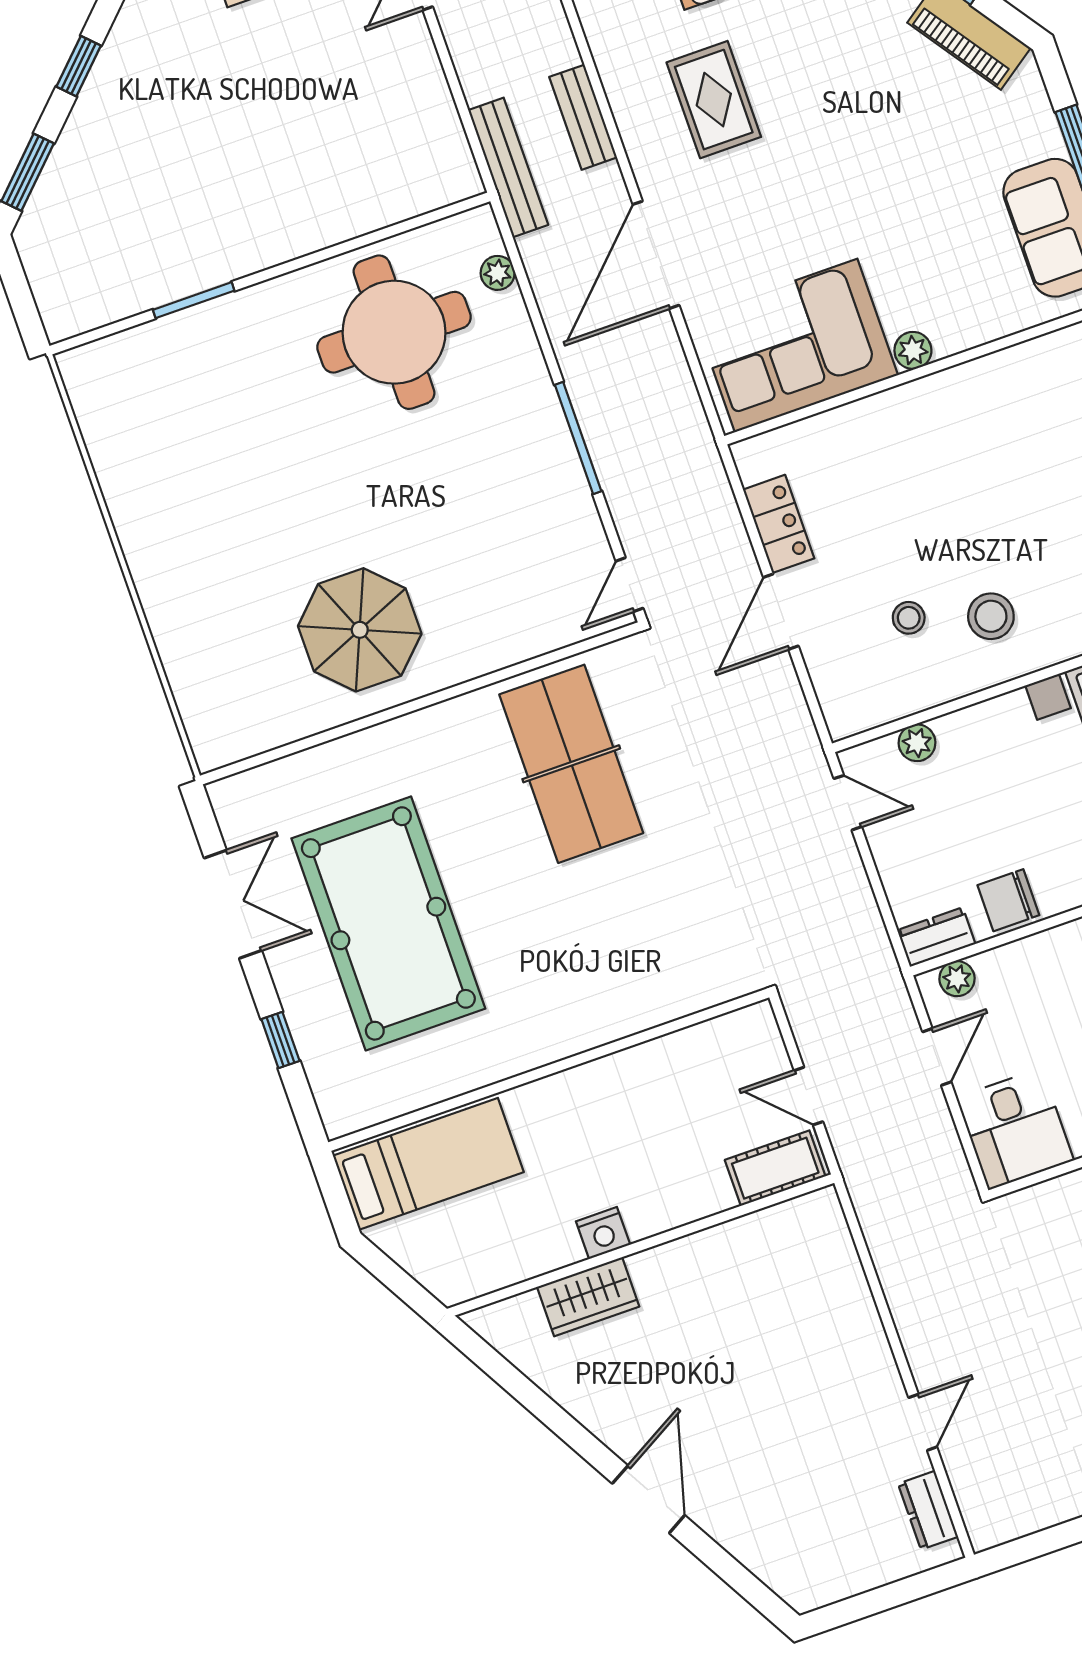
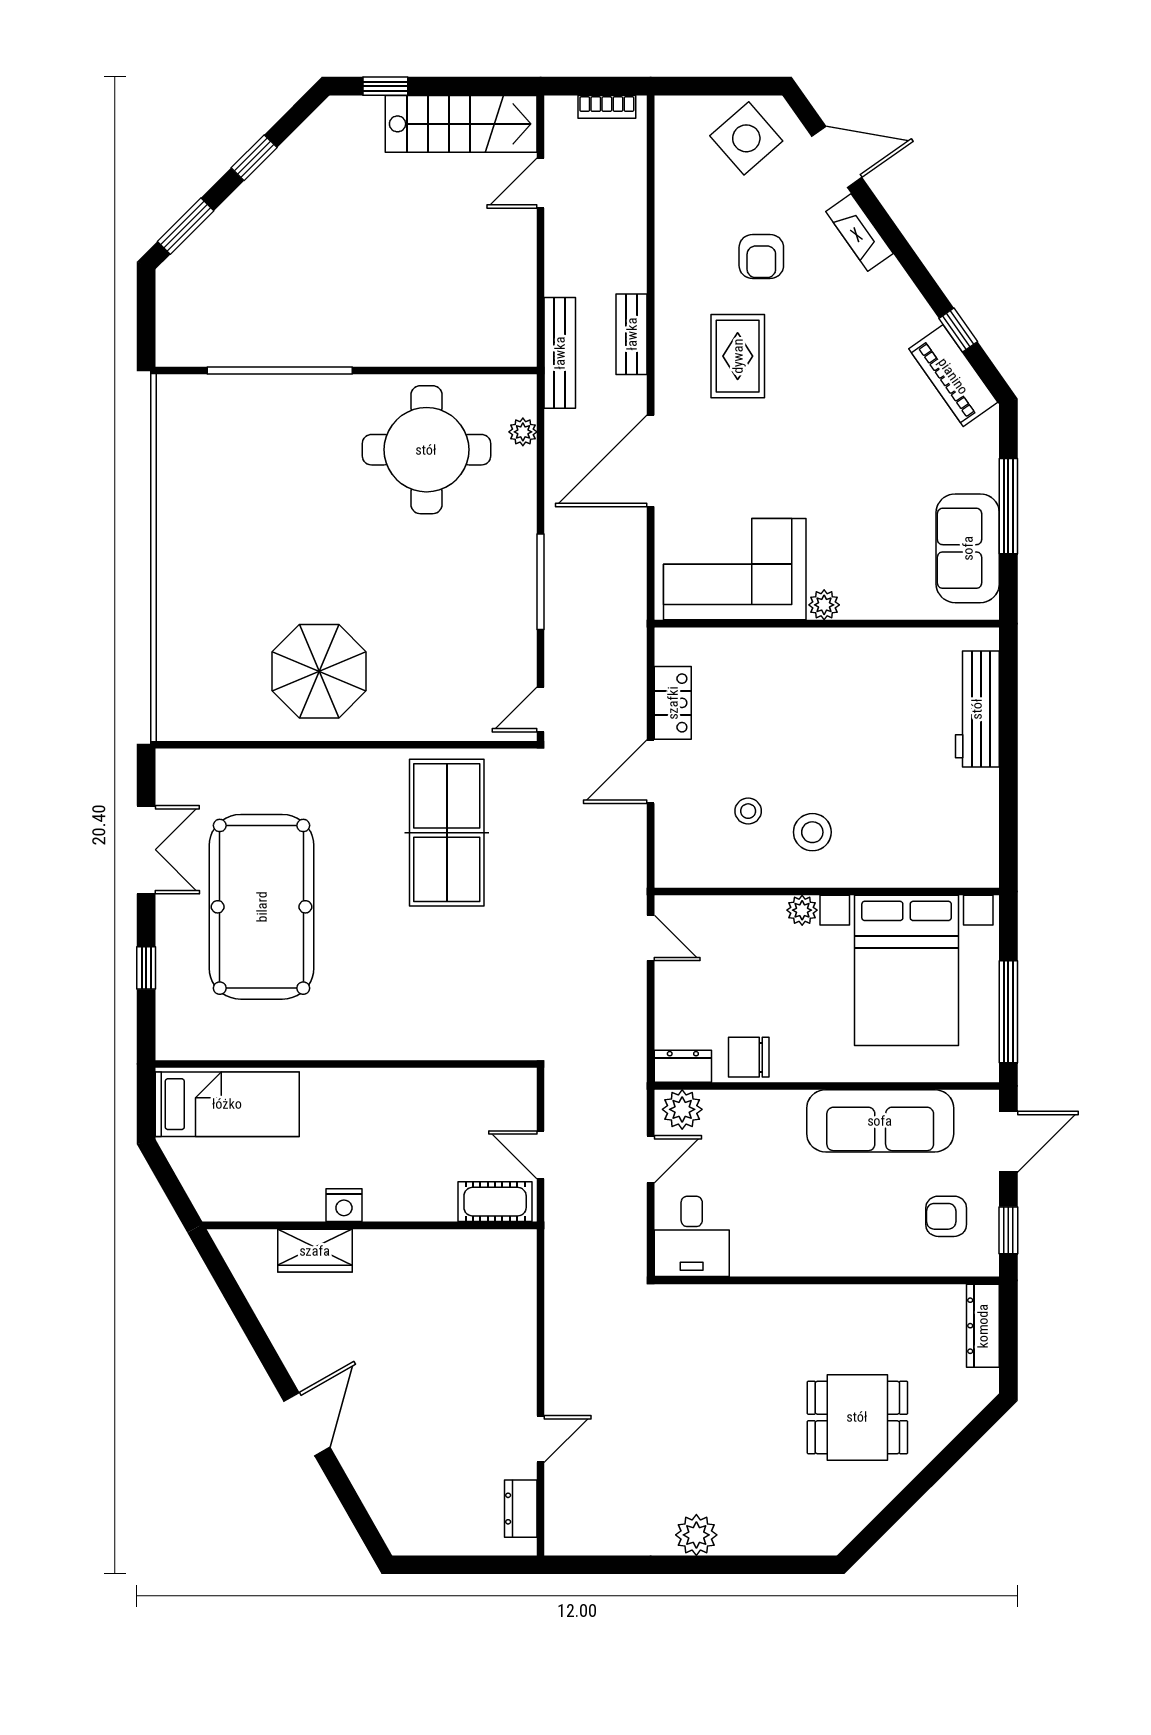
window: (194, 300) -> (280, 370), width x2.11
plant: (917, 743) -> (802, 910), moved
plant: (957, 979) -> (682, 1109), width x1.38, depth x1.38

